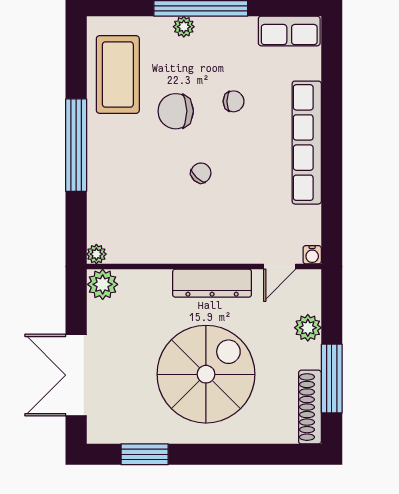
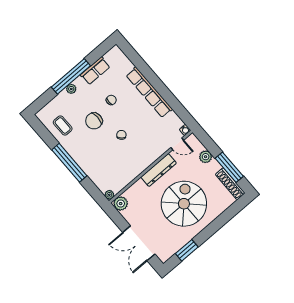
row of seats: (289, 31) -> (95, 71), moved
coffee table: (118, 74) -> (63, 125), width x0.54, depth x0.58
door: (280, 267) -> (177, 144), hinge flipped

